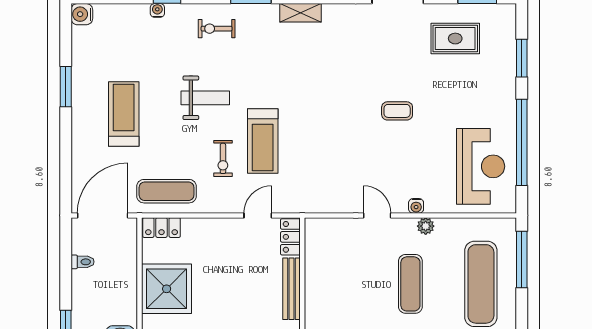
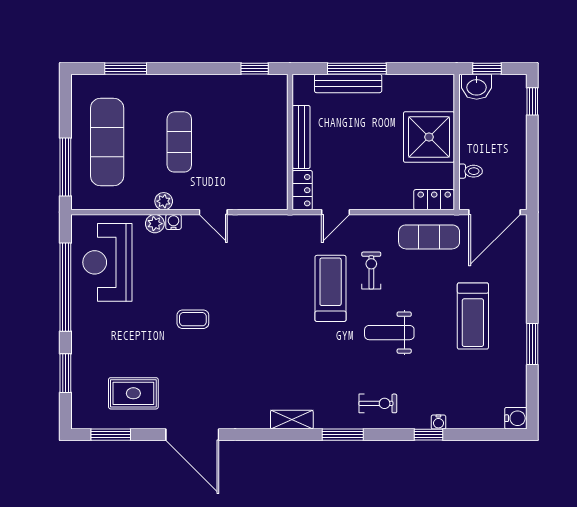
plant: (434, 204) -> (155, 224), added
toilet: (83, 262) -> (471, 171), moved, turned 180

